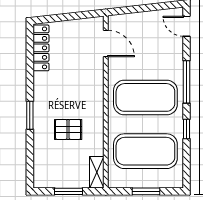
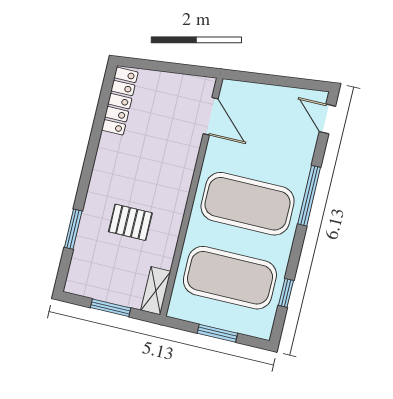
window: (30, 115) -> (73, 229), moved
window: (186, 129) -> (286, 293), moved

